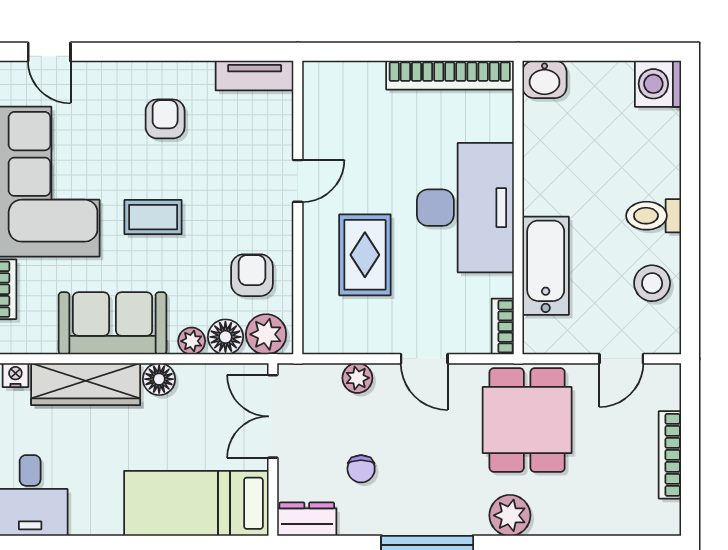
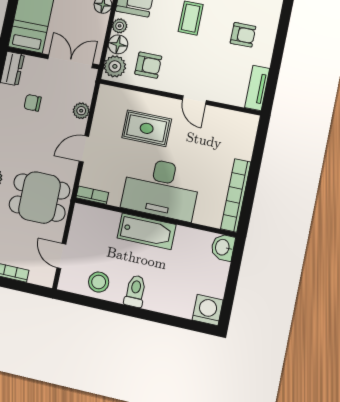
bathtub: (546, 266) -> (147, 231), moved

